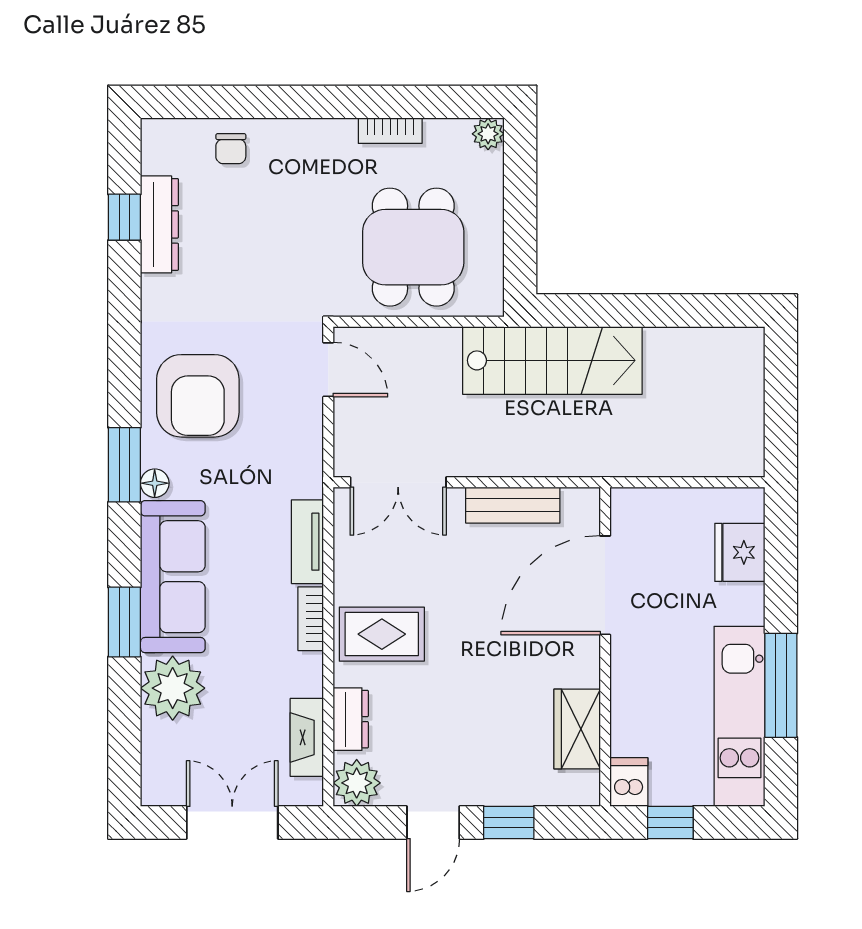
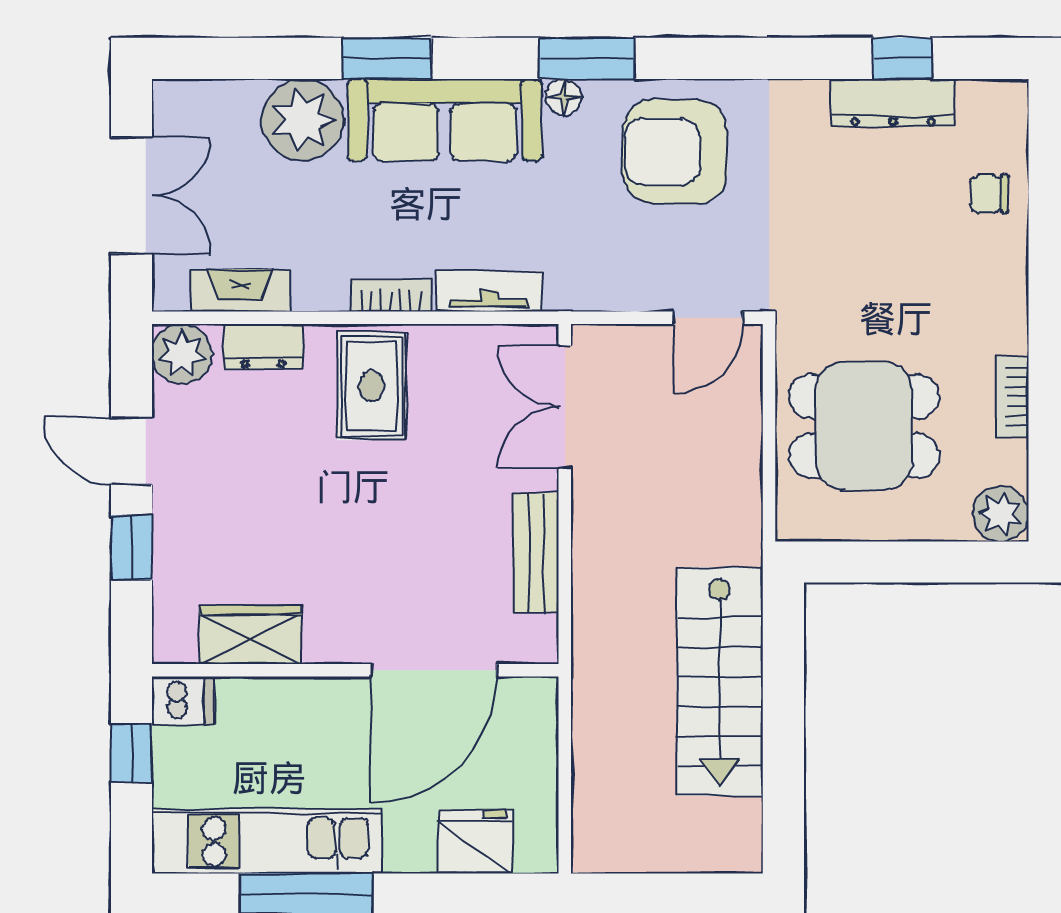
plant: (488, 134) -> (1001, 514), width x1.38, depth x1.38
stairs: (552, 360) -> (720, 681), moved
door: (605, 585) -> (434, 670), swing flipped

